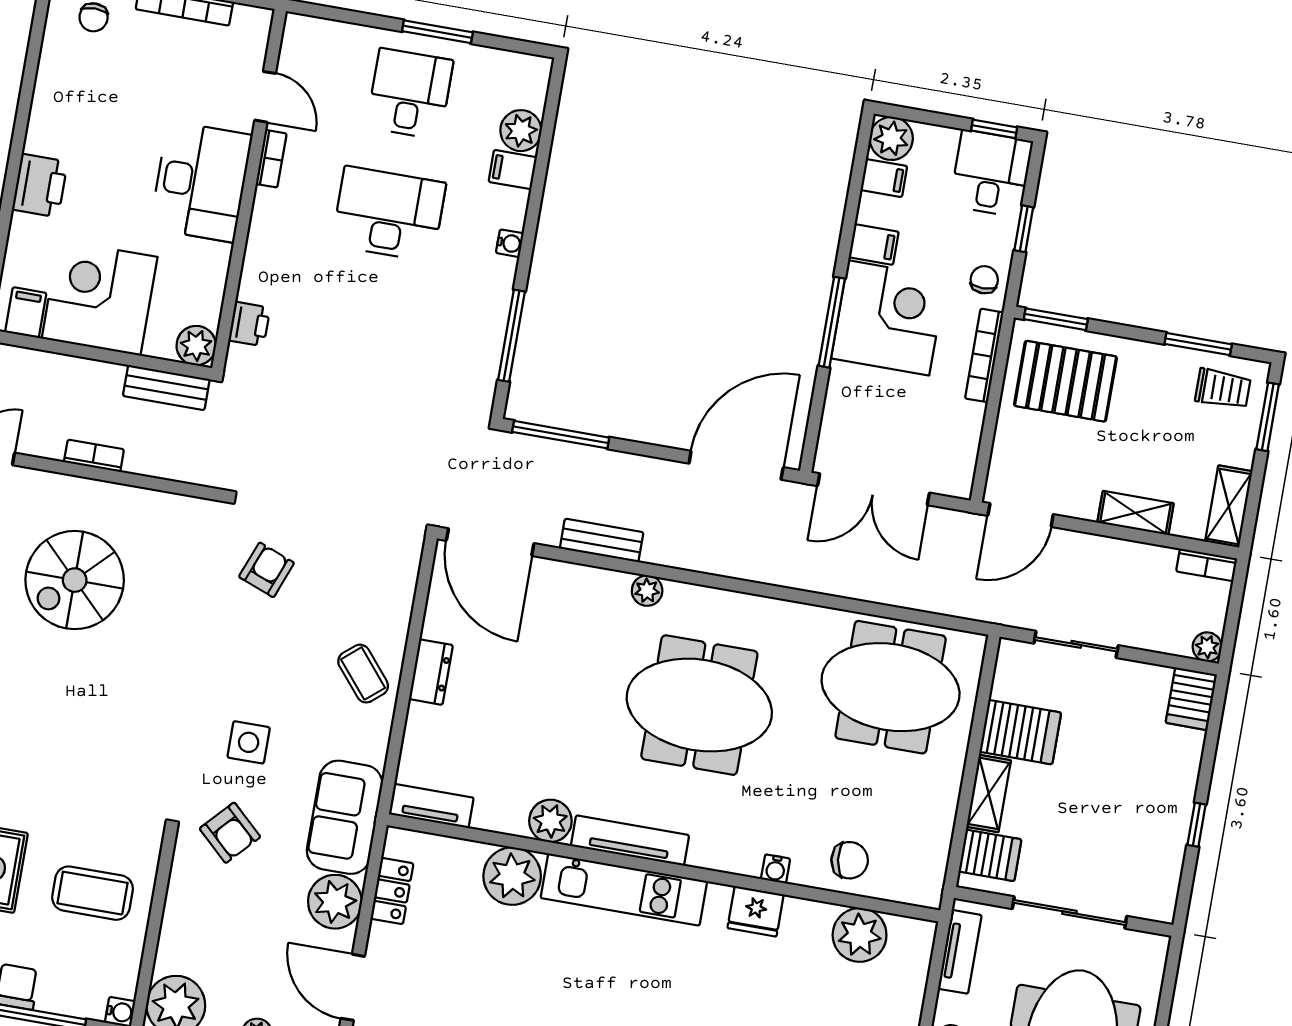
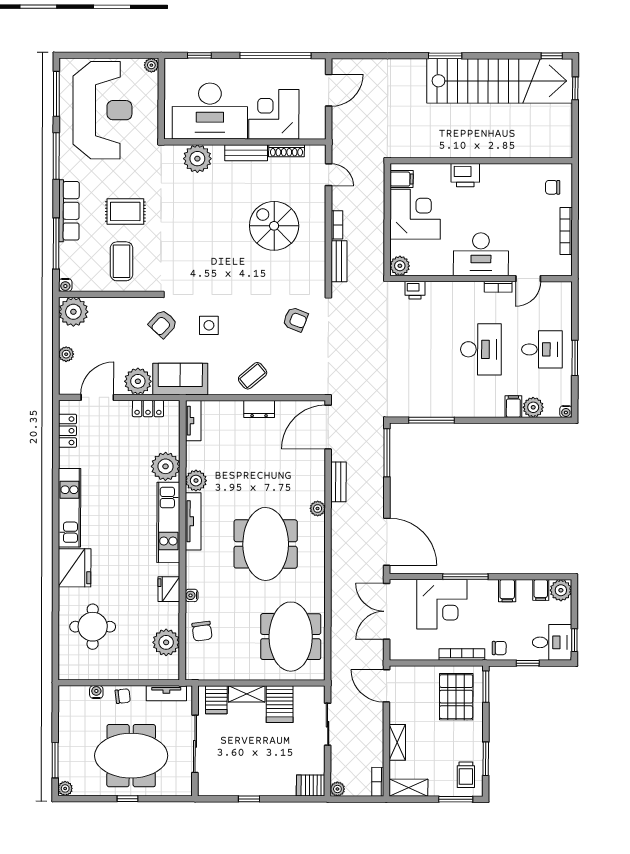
water cooler: (510, 243) -> (566, 412), moved
corner desk: (889, 318) -> (442, 604), moved
bench: (166, 388) -> (339, 261), moved

